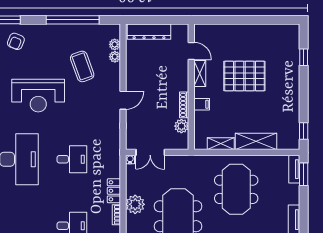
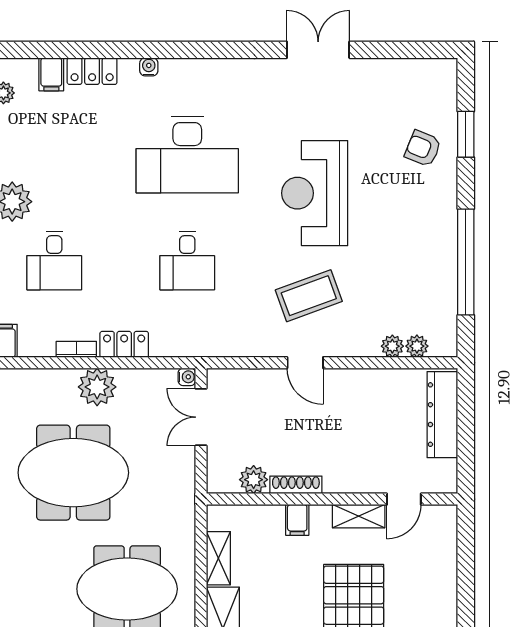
coffee table: (82, 66) -> (309, 296), moved

